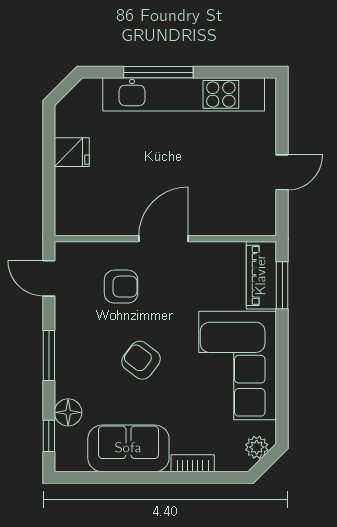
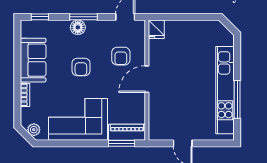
window: (158, 72) -> (237, 99), moved
fridge: (72, 152) -> (156, 29), moved
door: (163, 239) -> (147, 79), swing flipped
armchair: (141, 360) -> (81, 67), turned 143
floor lamp: (68, 412) -> (78, 27), moved

